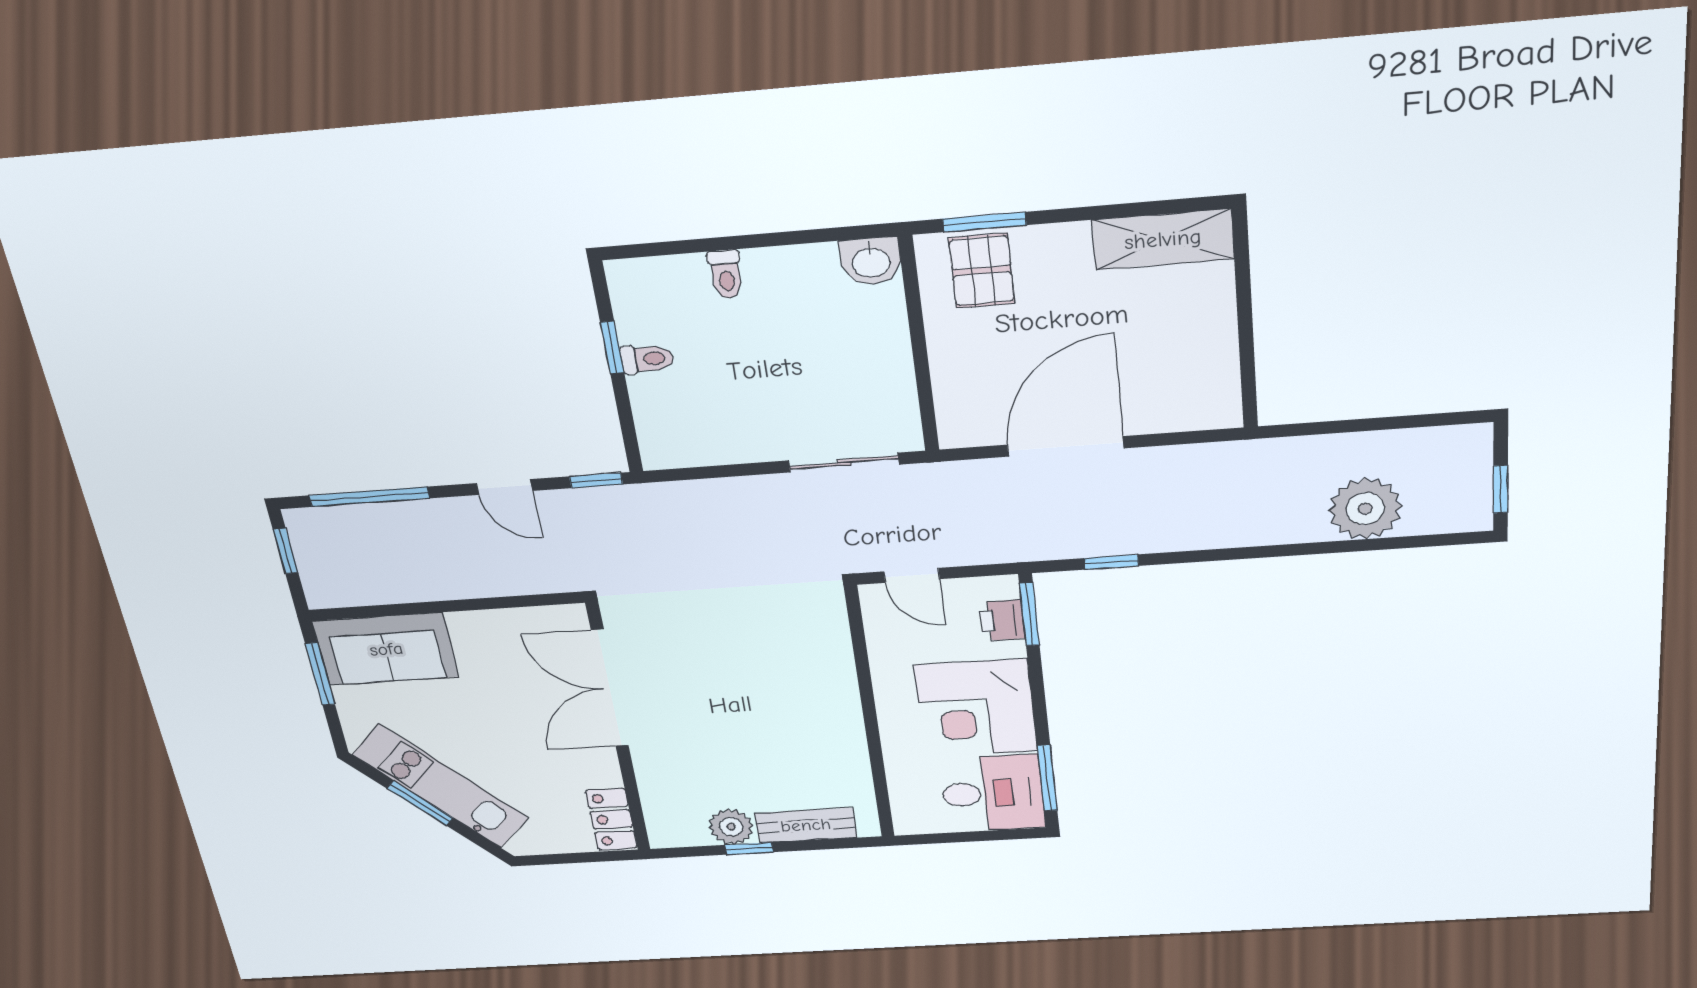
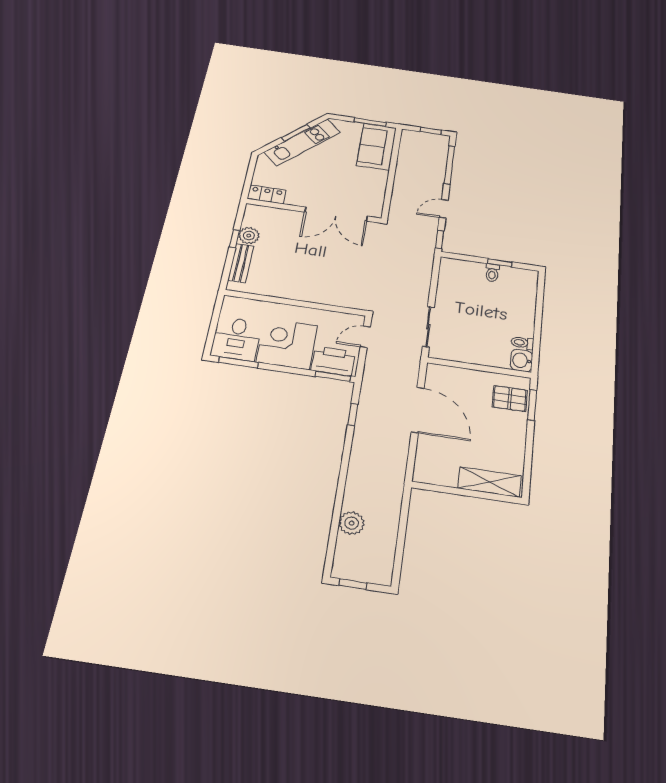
shelving: (1163, 239) -> (490, 482), moved, turned 90
toilet: (726, 274) -> (522, 343), moved
plant: (1365, 509) -> (352, 523), width x0.73, depth x0.73
printer: (1002, 620) -> (333, 361), width x1.87, depth x1.48
double door: (610, 688) -> (336, 214), swing flipped

